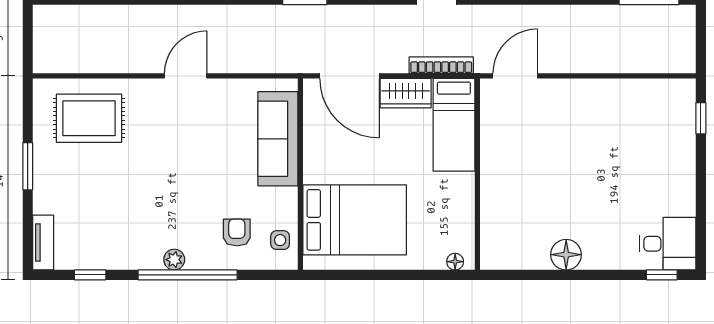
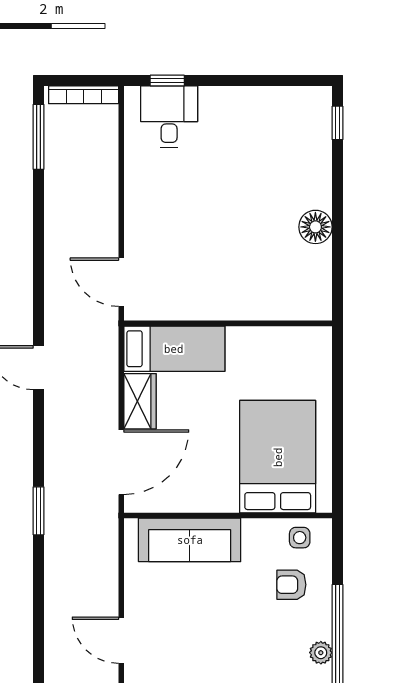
bookcase: (441, 65) -> (84, 95), moved, turned -90
desk: (668, 244) -> (169, 117), moved
floor lamp: (455, 262) -> (323, 348), removed

